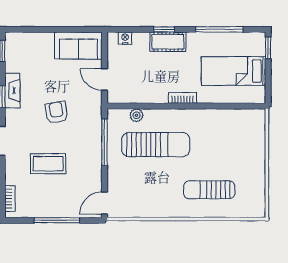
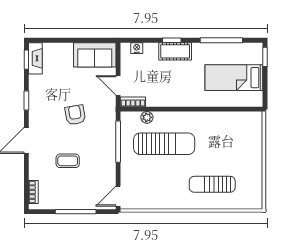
fireplace: (12, 91) -> (35, 58), moved
bookcase: (183, 98) -> (133, 102), moved
coffee table: (48, 164) -> (68, 161), width x0.73, depth x0.77

